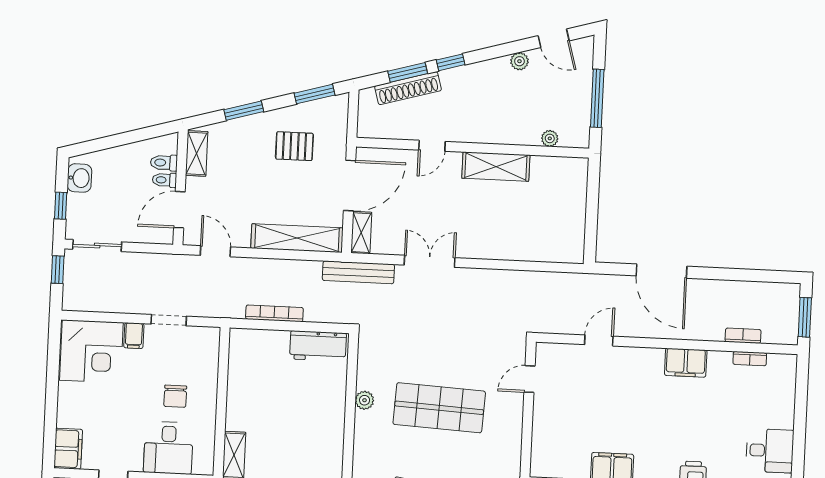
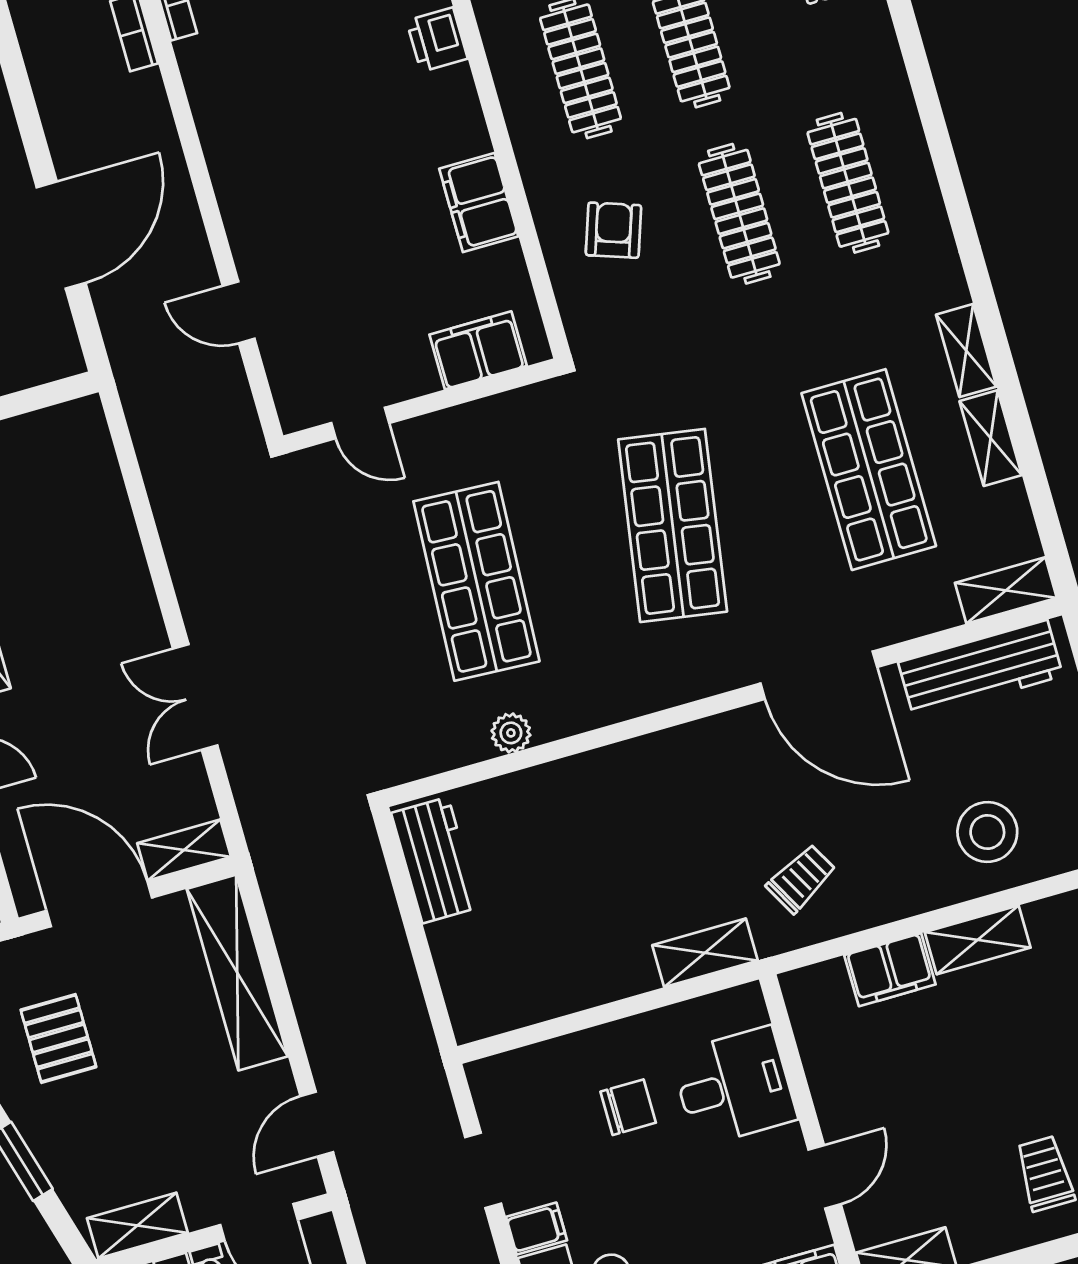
bench: (358, 272) -> (264, 829), removed
bookcase: (274, 313) -> (400, 967), removed
filing cabinet: (686, 363) -> (478, 350), moved, turned -90

